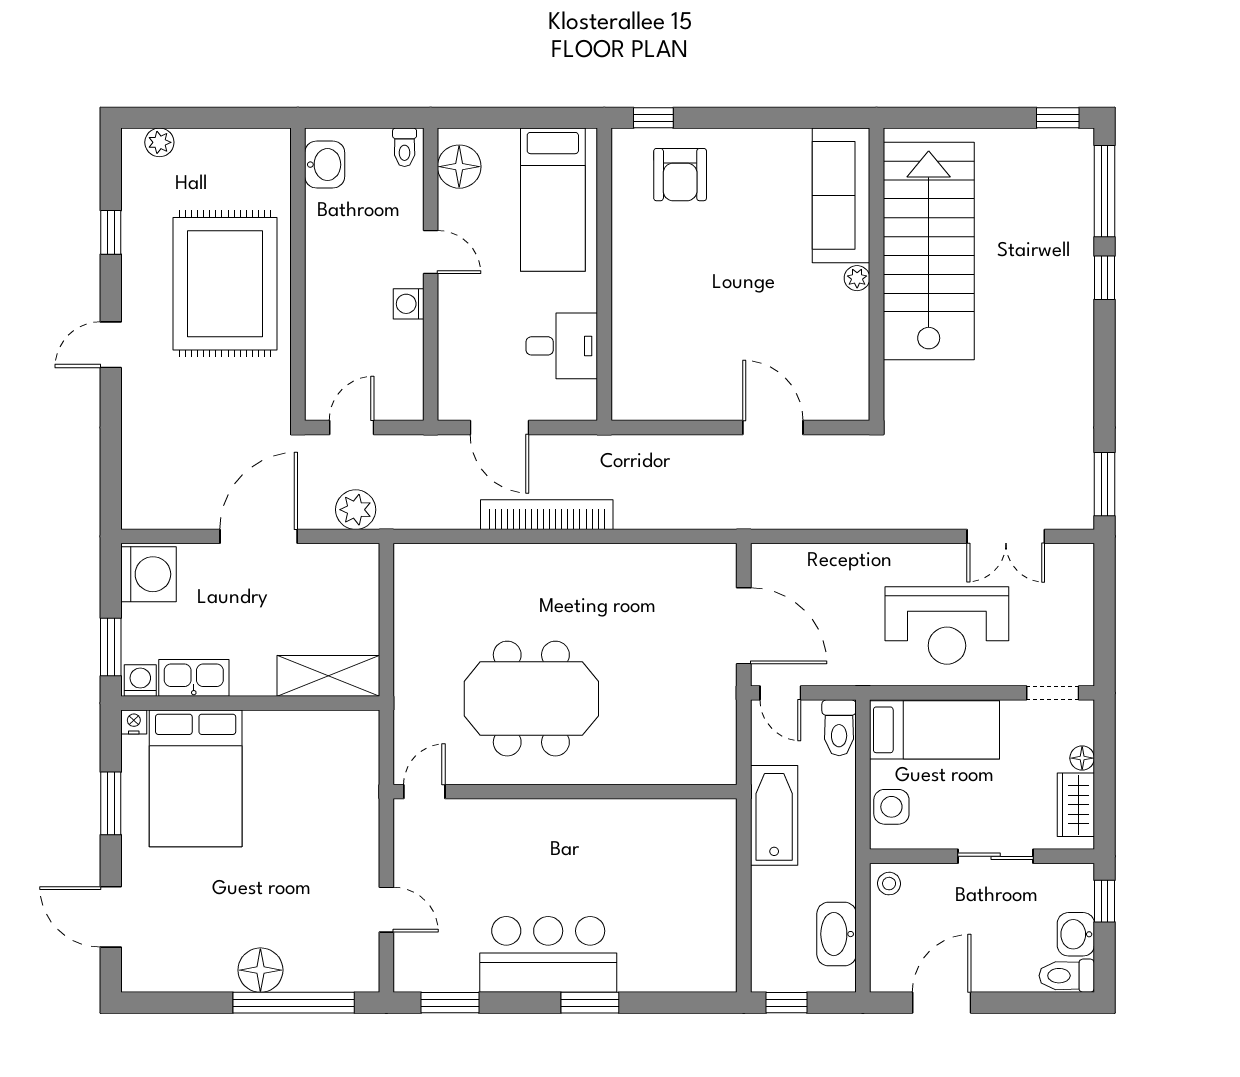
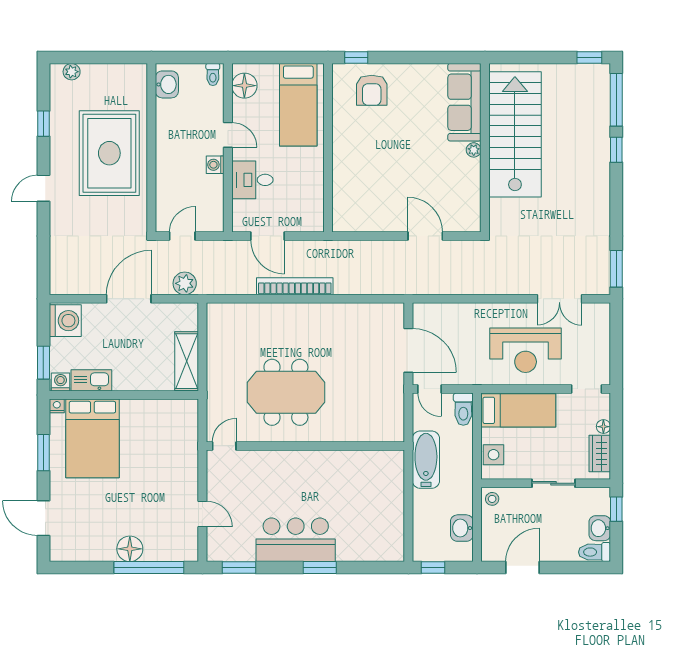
desk: (562, 346) -> (252, 180), moved, turned 180
shelving: (328, 676) -> (187, 361), moved, turned 90
washbasin: (837, 934) -> (462, 528), width x0.72

